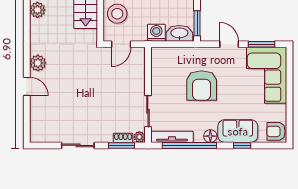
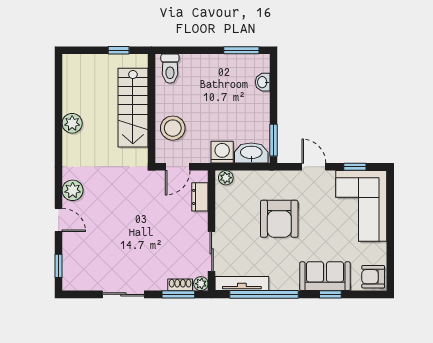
window: (261, 44) -> (355, 167), width x0.67
plant: (159, 53) -> (226, 178), added
dresser: (139, 68) -> (200, 197), added
window: (27, 123) -> (59, 266), added
floor lamp: (210, 136) -> (290, 283), removed

